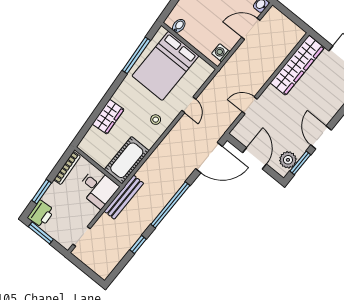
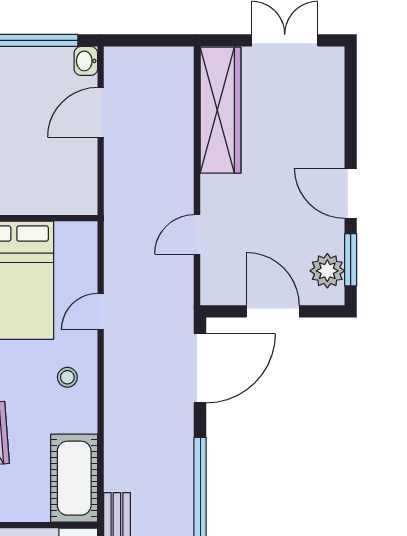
washing machine: (221, 53) -> (84, 189), removed
door: (189, 105) -> (101, 311), swing flipped

